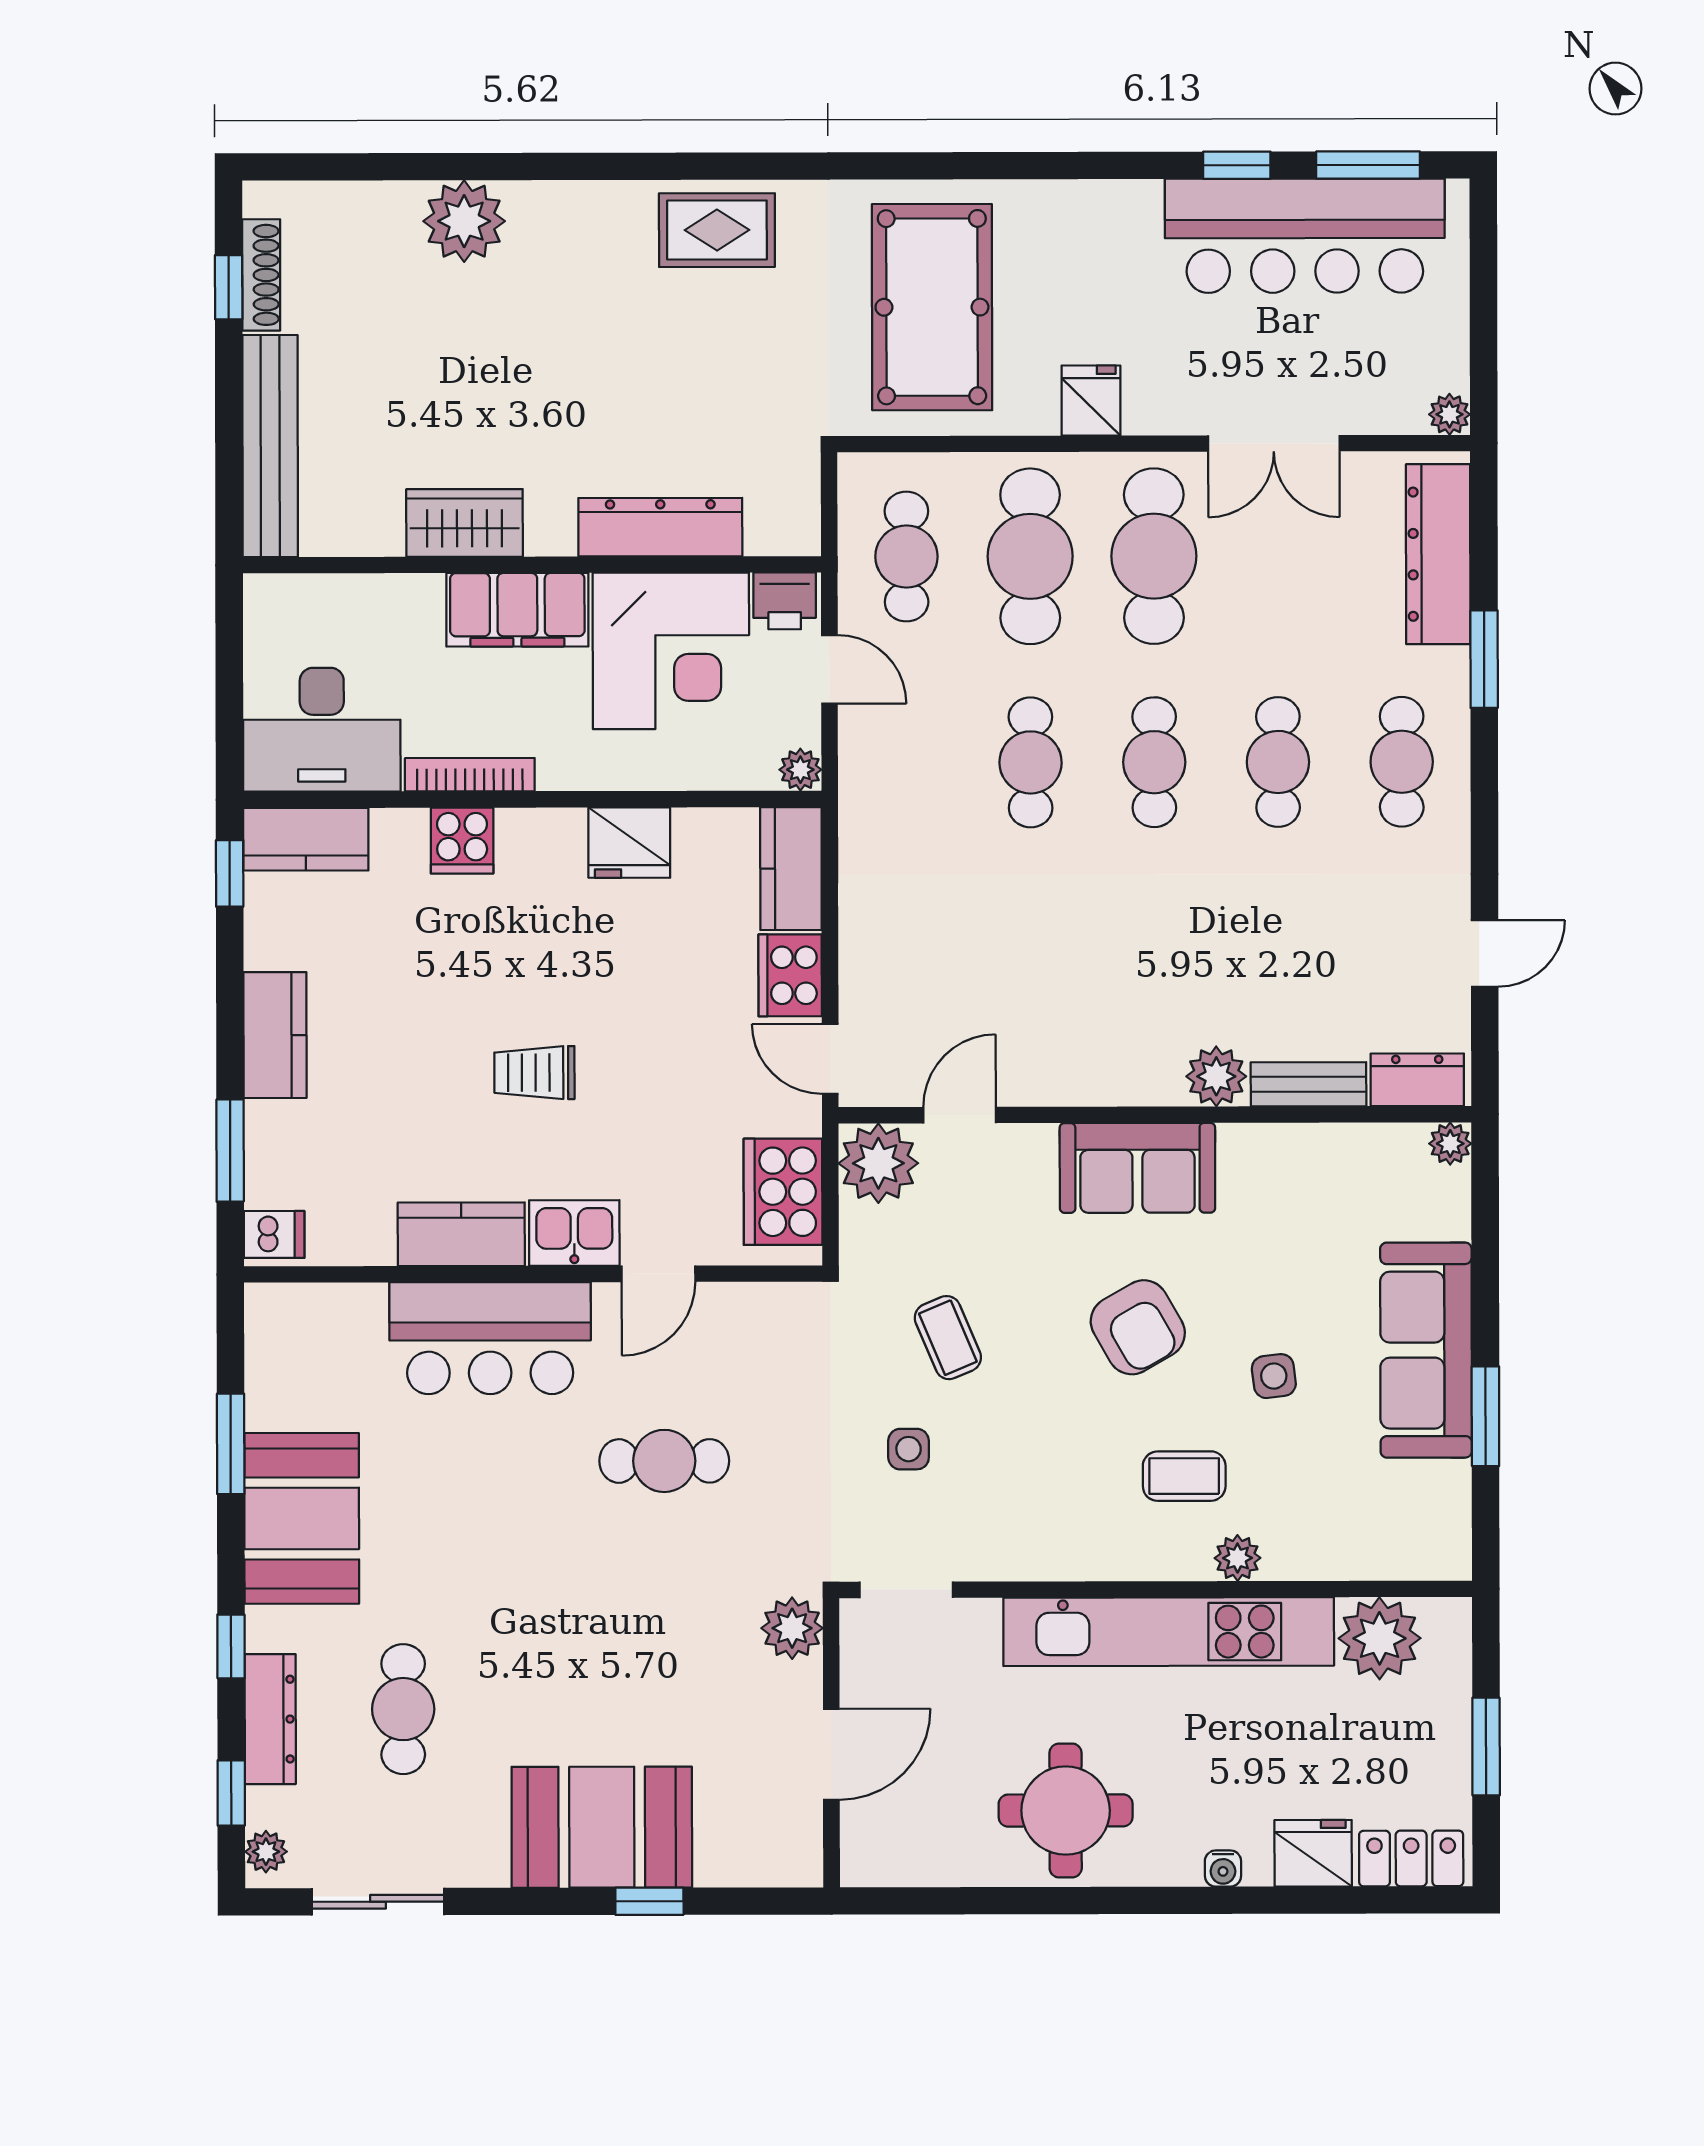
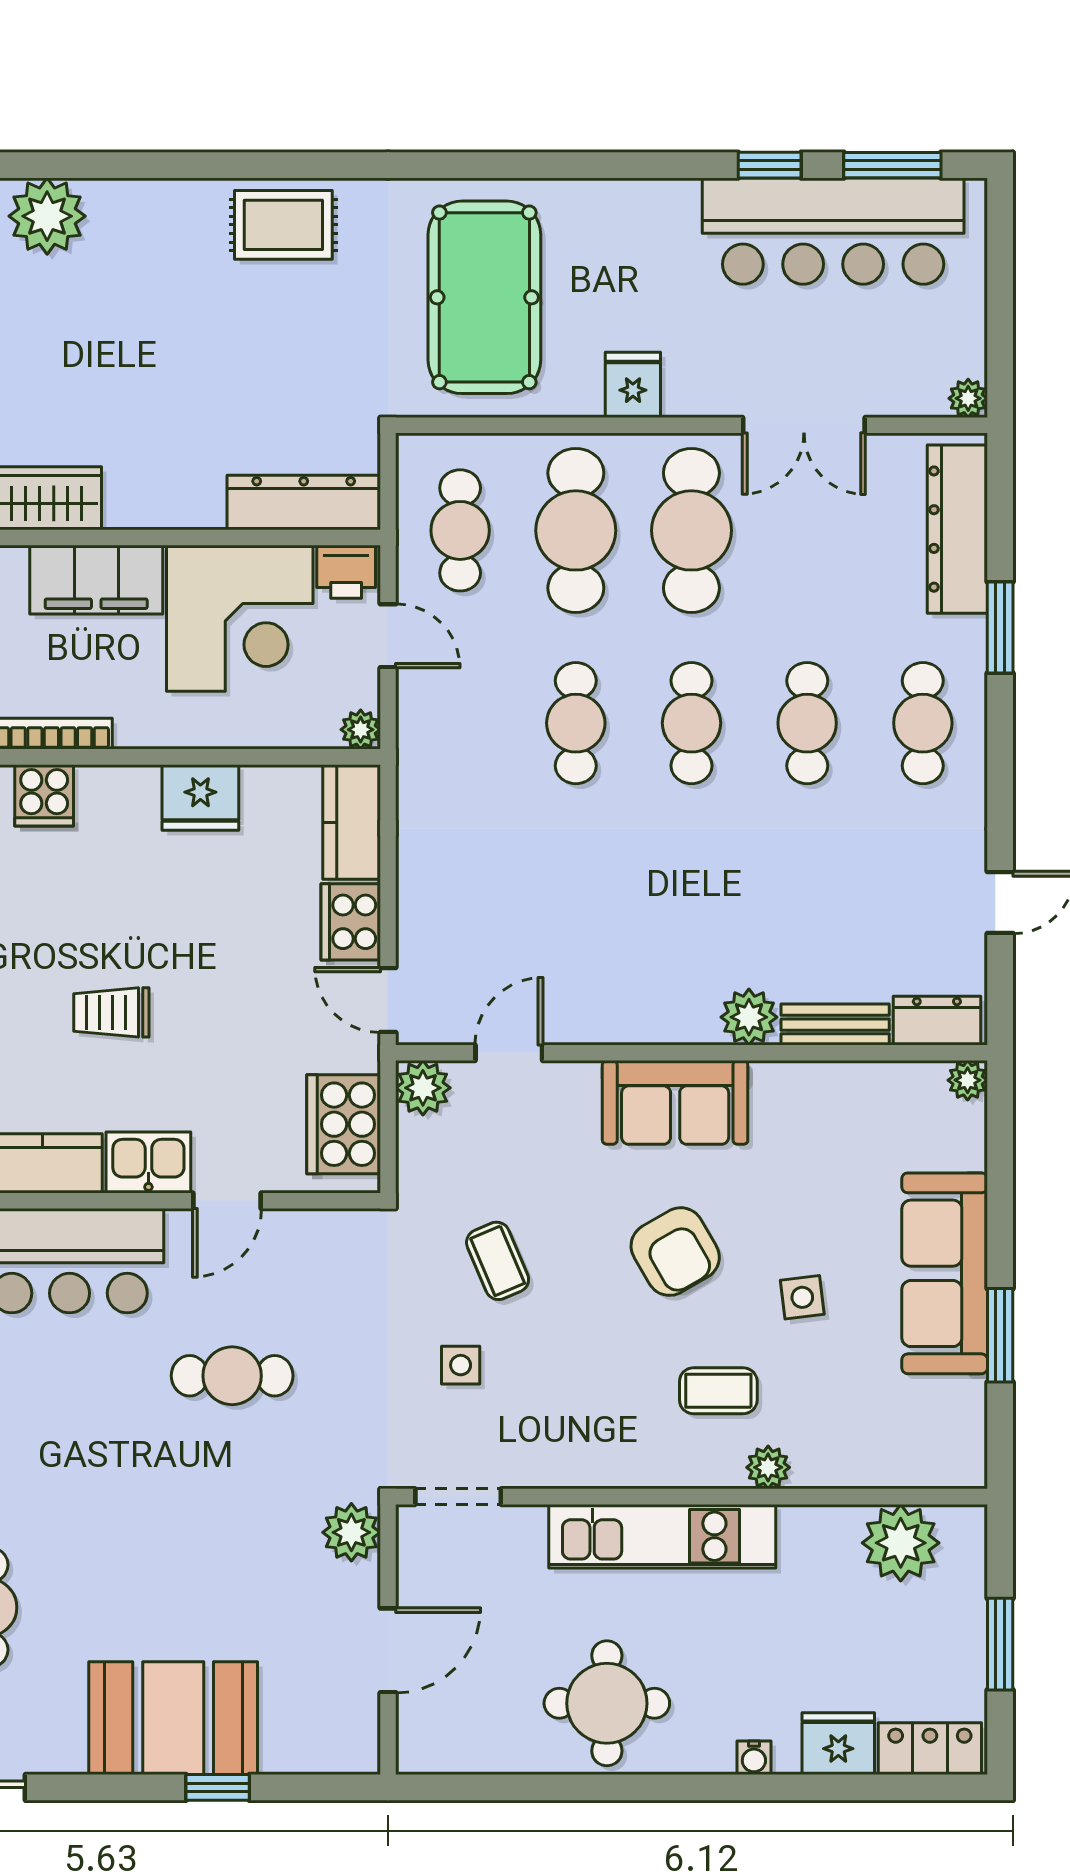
dresser: (660, 527) -> (304, 503), moved
plant: (878, 1163) -> (423, 1088), width x0.73, depth x0.73
kitchen unit: (1169, 1632) -> (662, 1536), width x0.73

